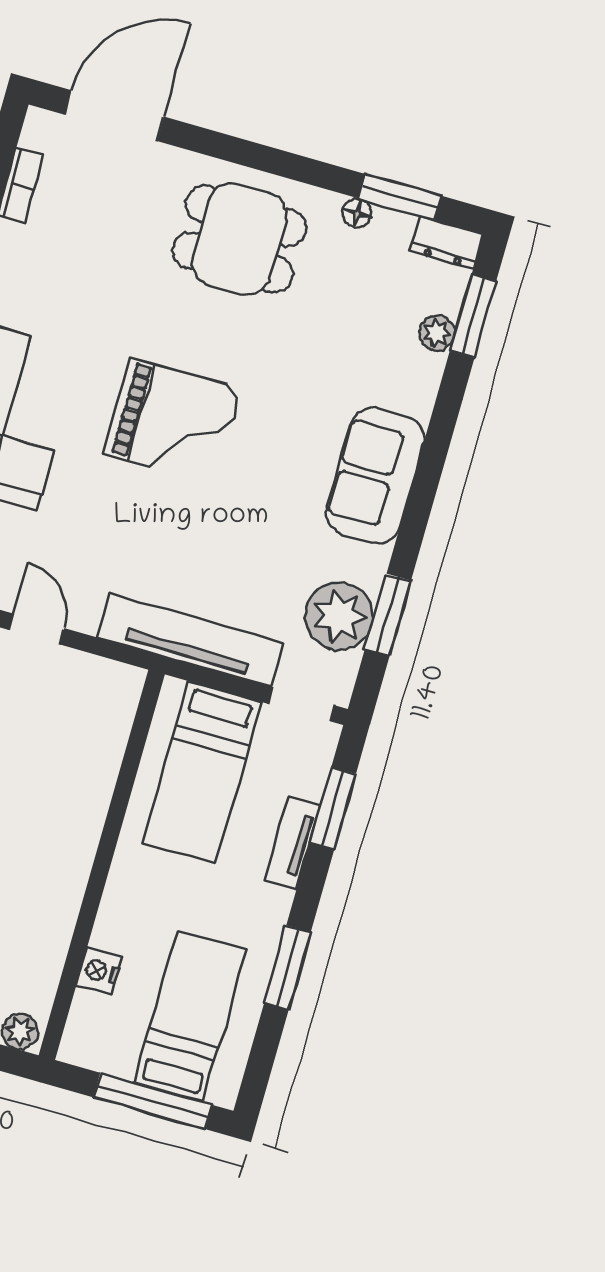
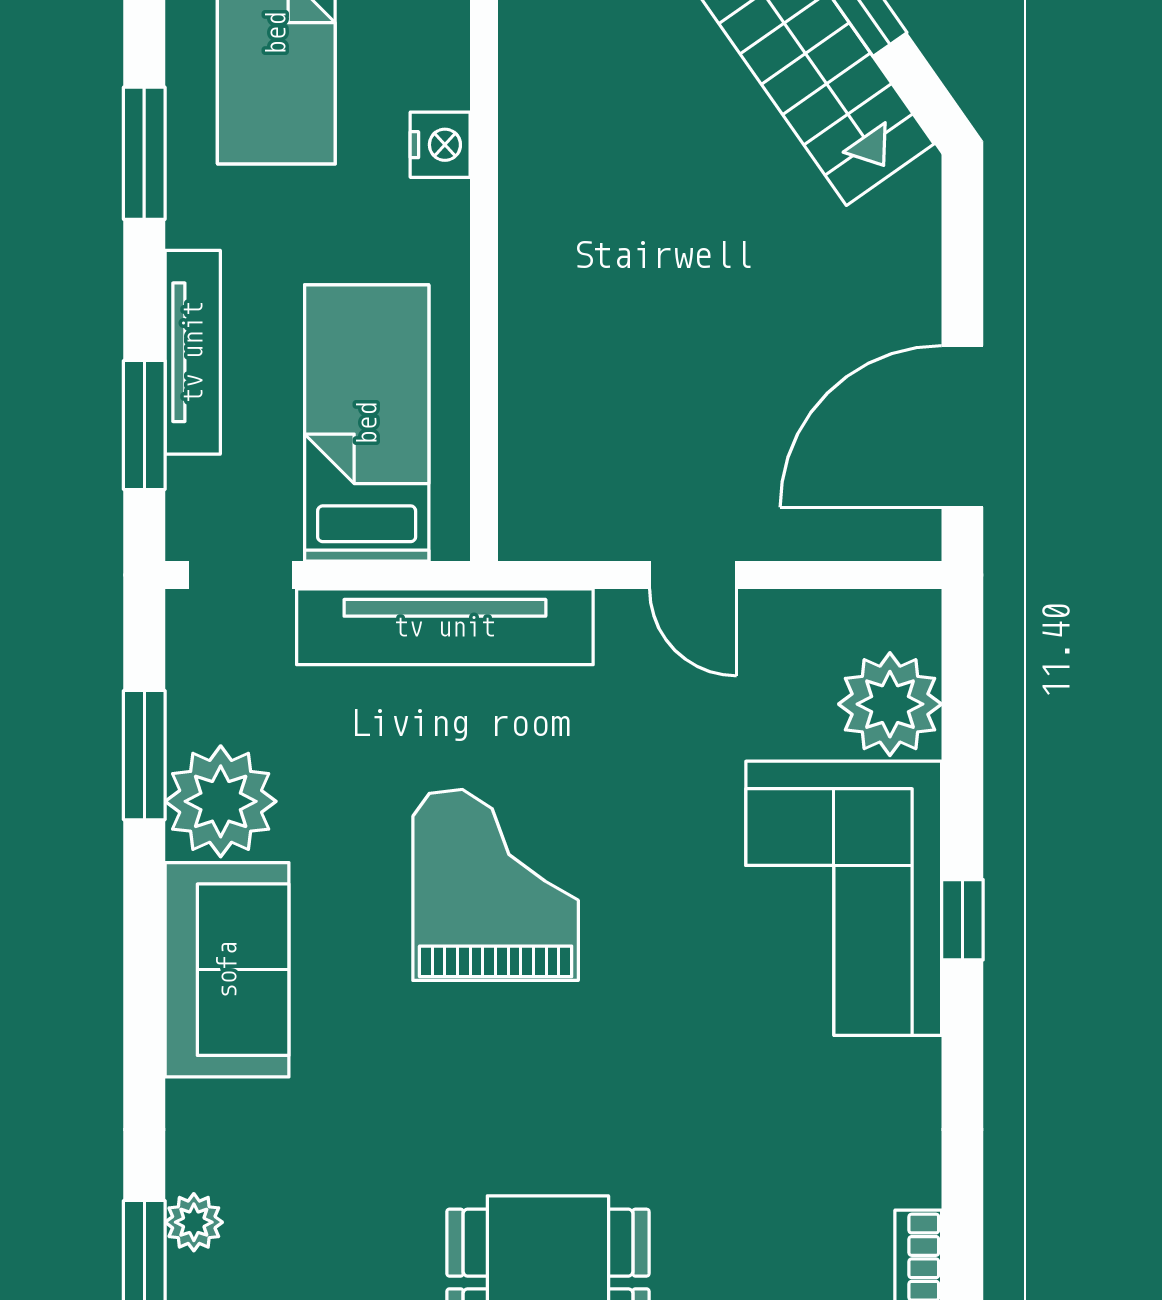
grand piano: (172, 421) -> (496, 885), moved, turned 90
plant: (339, 616) -> (221, 801), moved
tv unit: (292, 843) -> (193, 352), width x1.41
nightstand: (99, 971) -> (440, 145), moved

